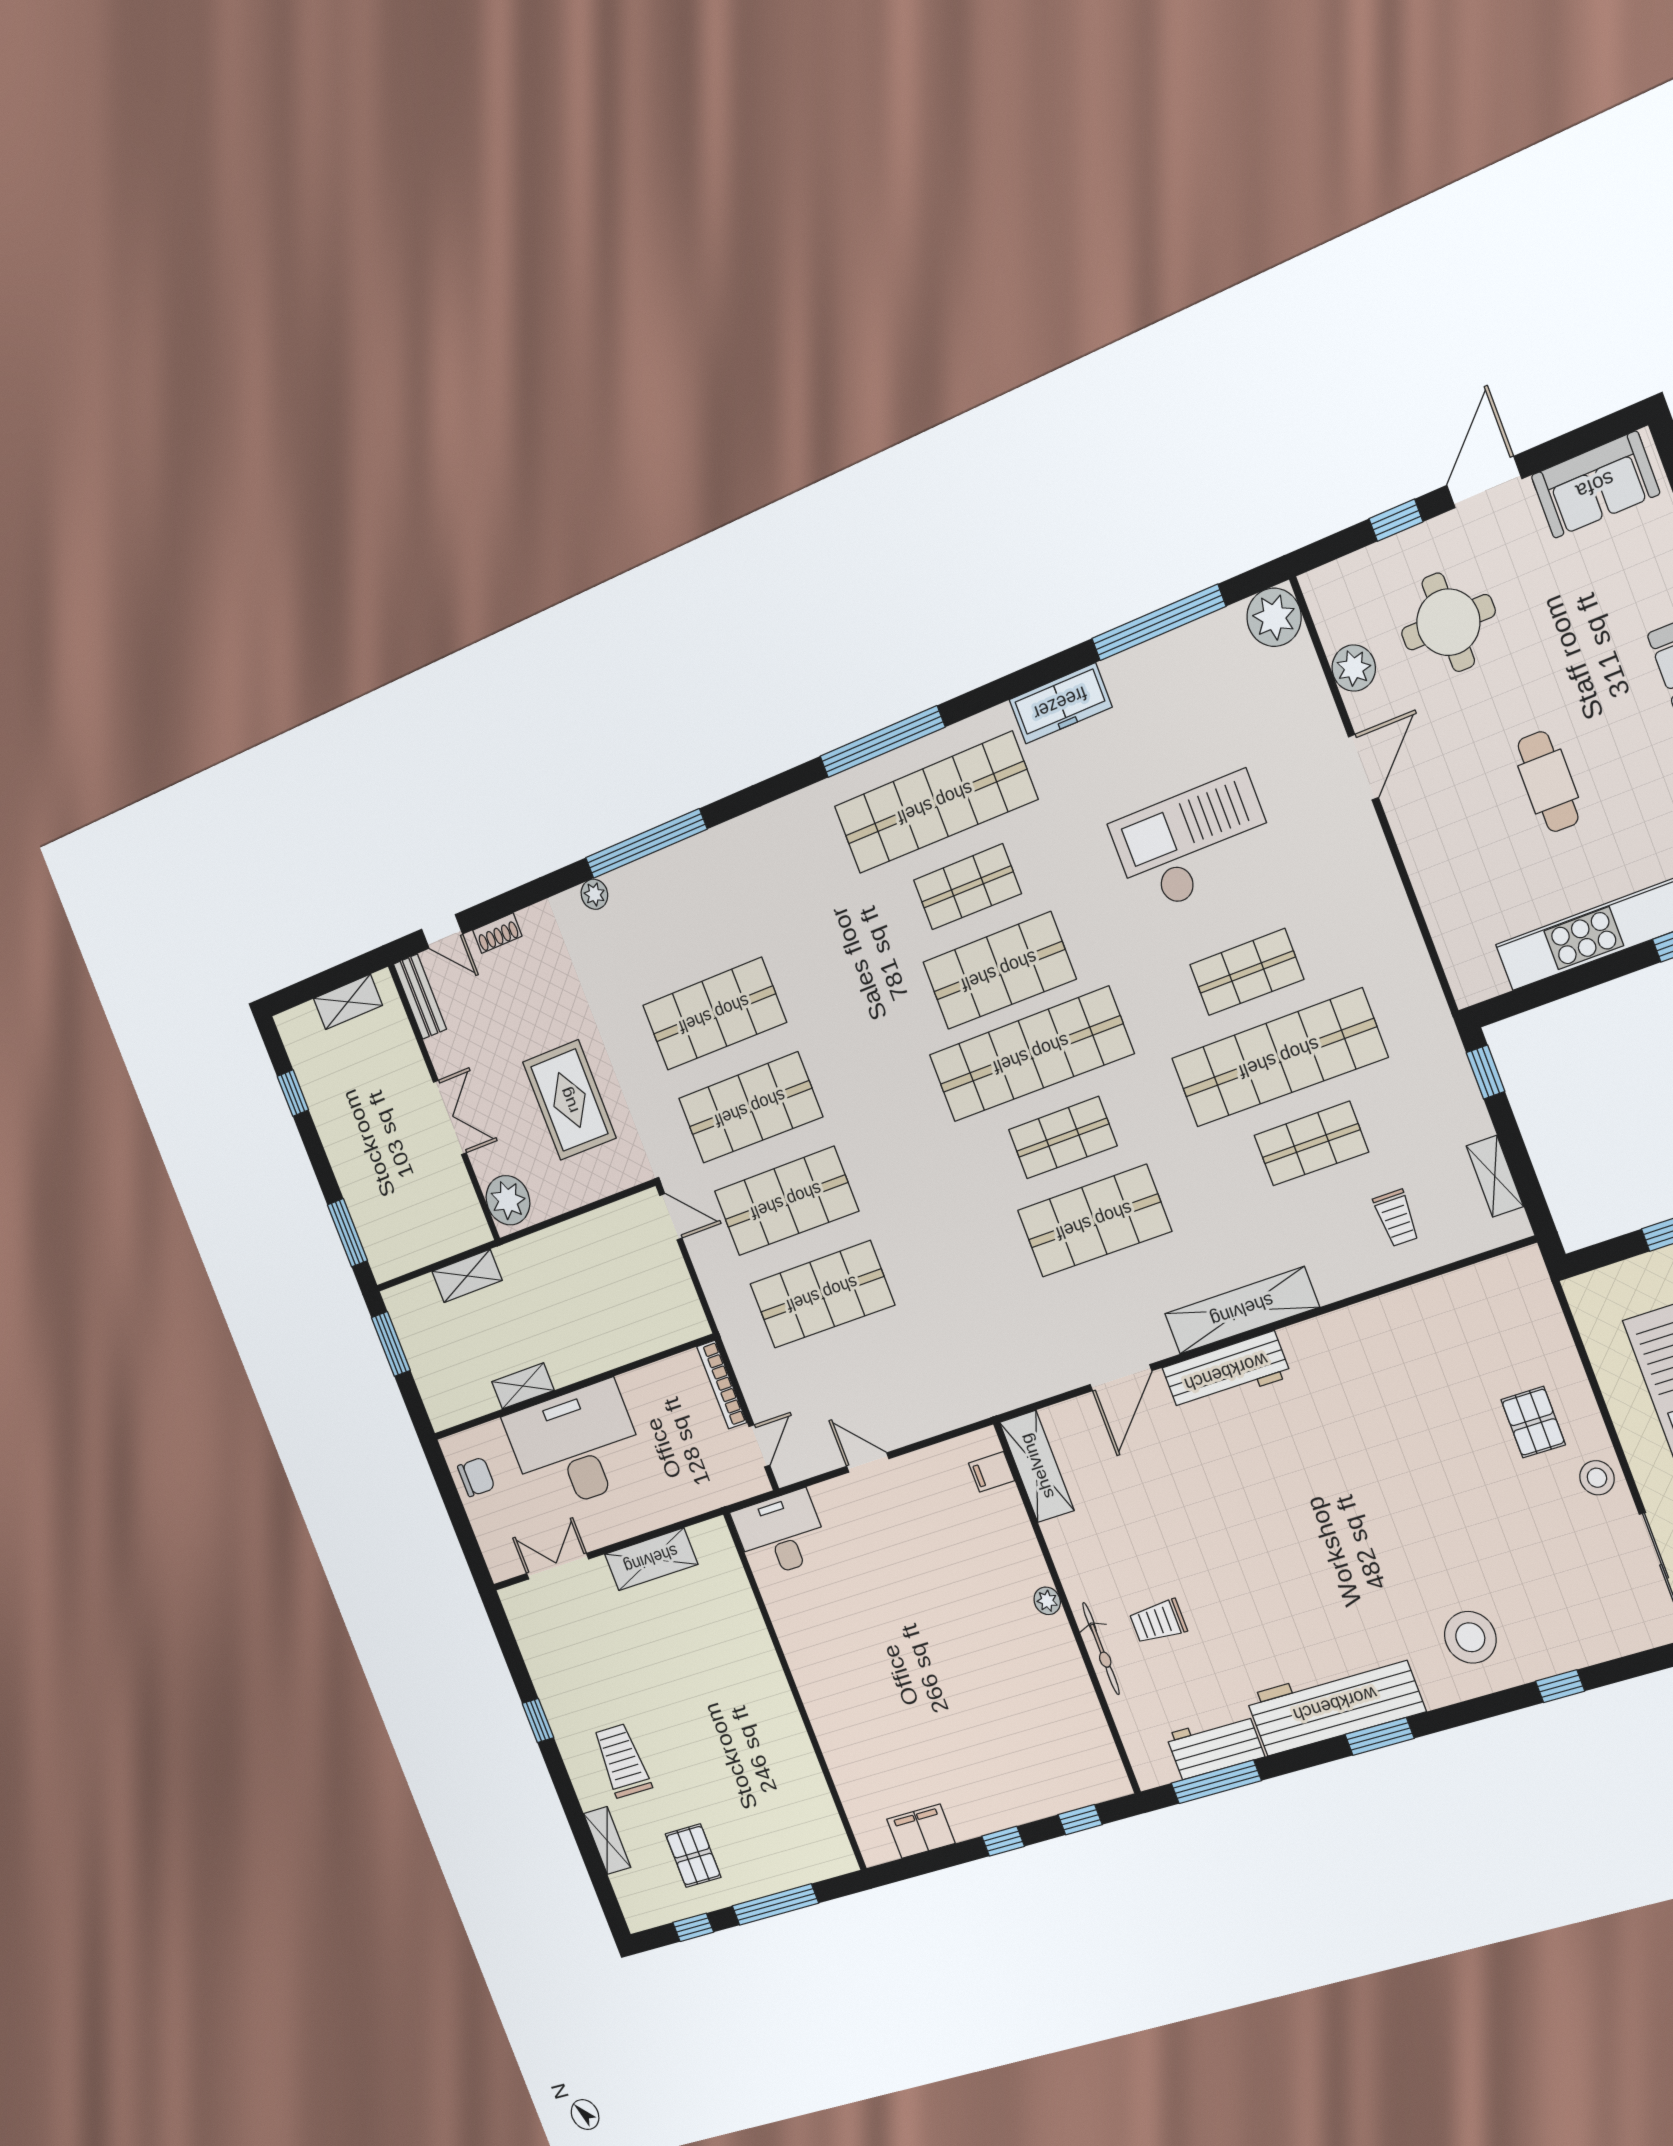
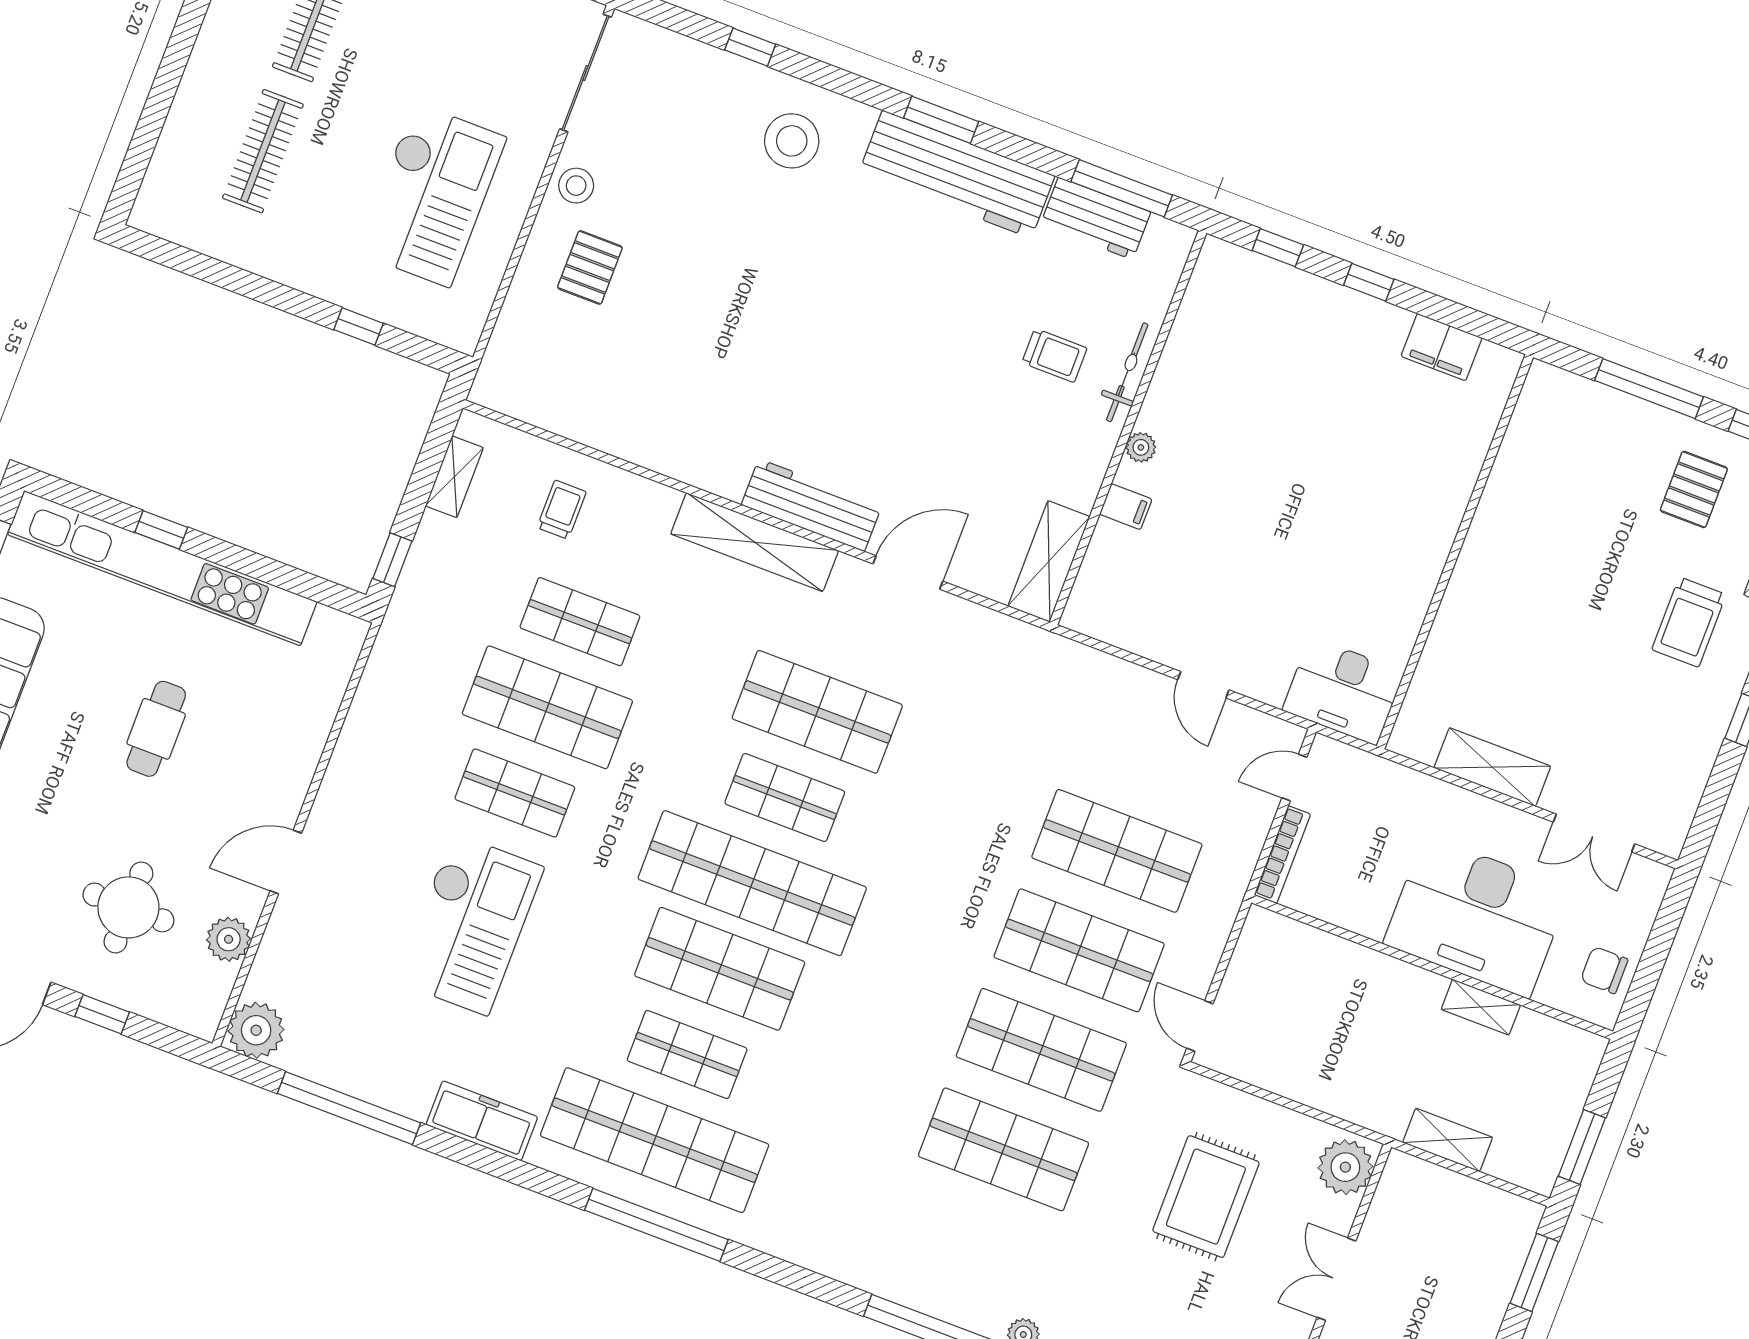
checkout: (1194, 843) -> (470, 924), turned -90
shop shelf: (1279, 1058) -> (547, 707), width x0.71
filing cabinet: (992, 1472) -> (1126, 507), moved

